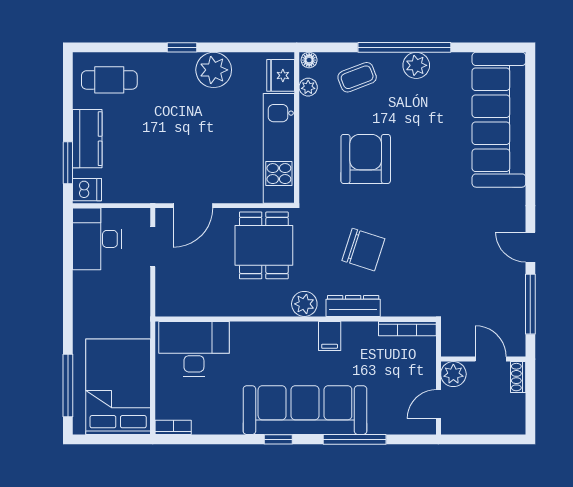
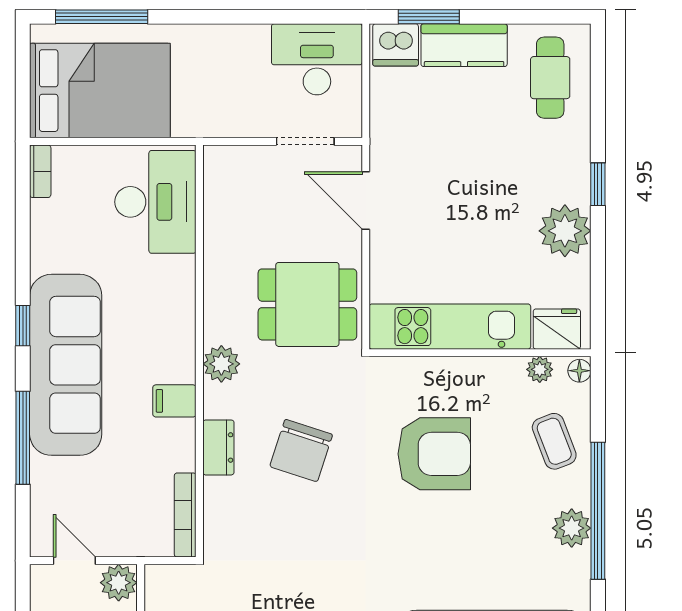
dishwasher: (87, 190) -> (396, 45), width x1.38
dresser: (353, 306) -> (218, 447), width x0.70

